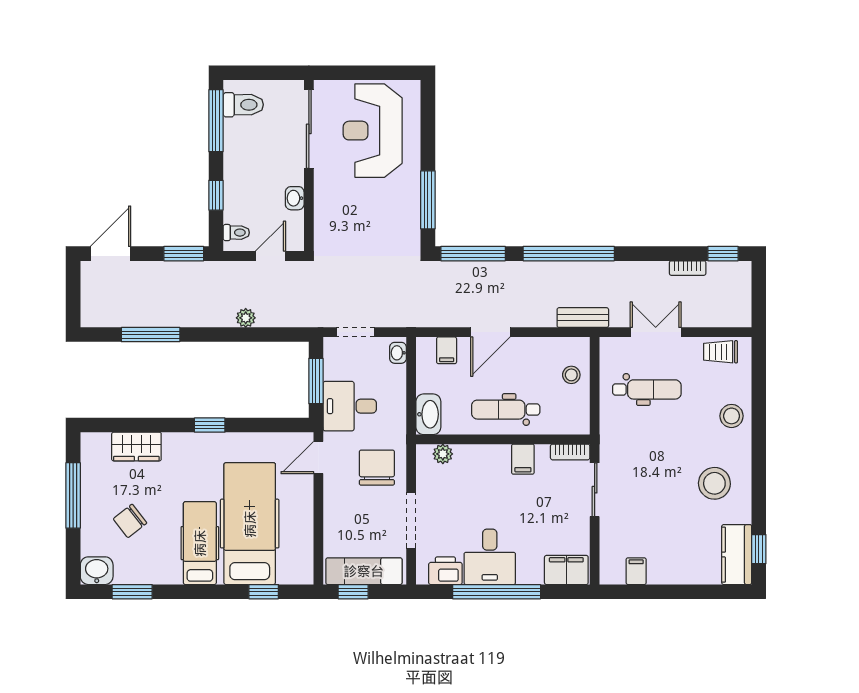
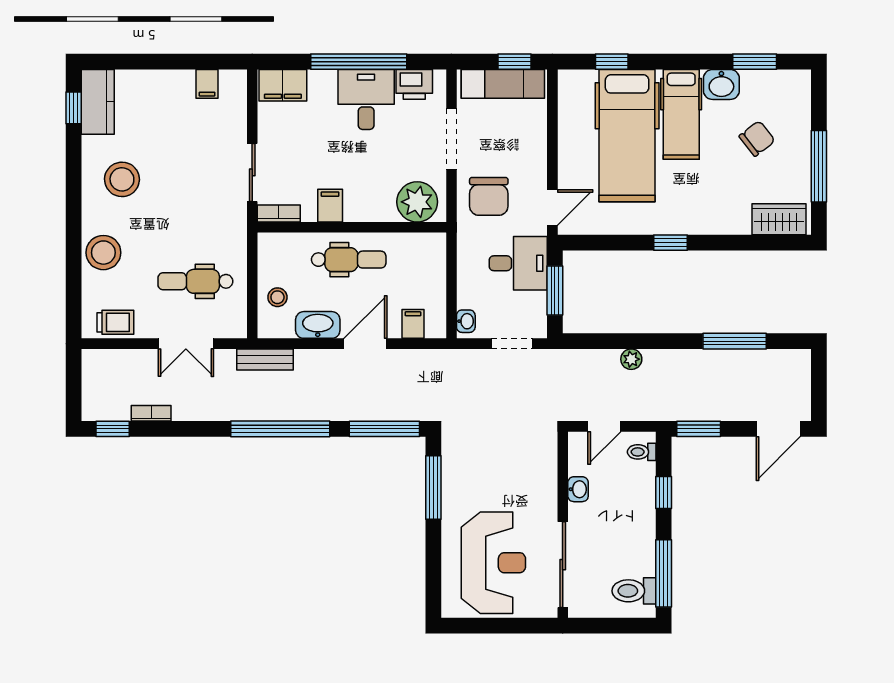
washbasin: (428, 414) -> (318, 325), moved, turned 90
stool: (732, 416) -> (103, 253), width x1.38, depth x1.38
wardrobe: (136, 447) -> (779, 219), moved
plant: (443, 454) -> (417, 202), width x1.87, depth x1.87
washbasin: (97, 571) -> (721, 84), moved

